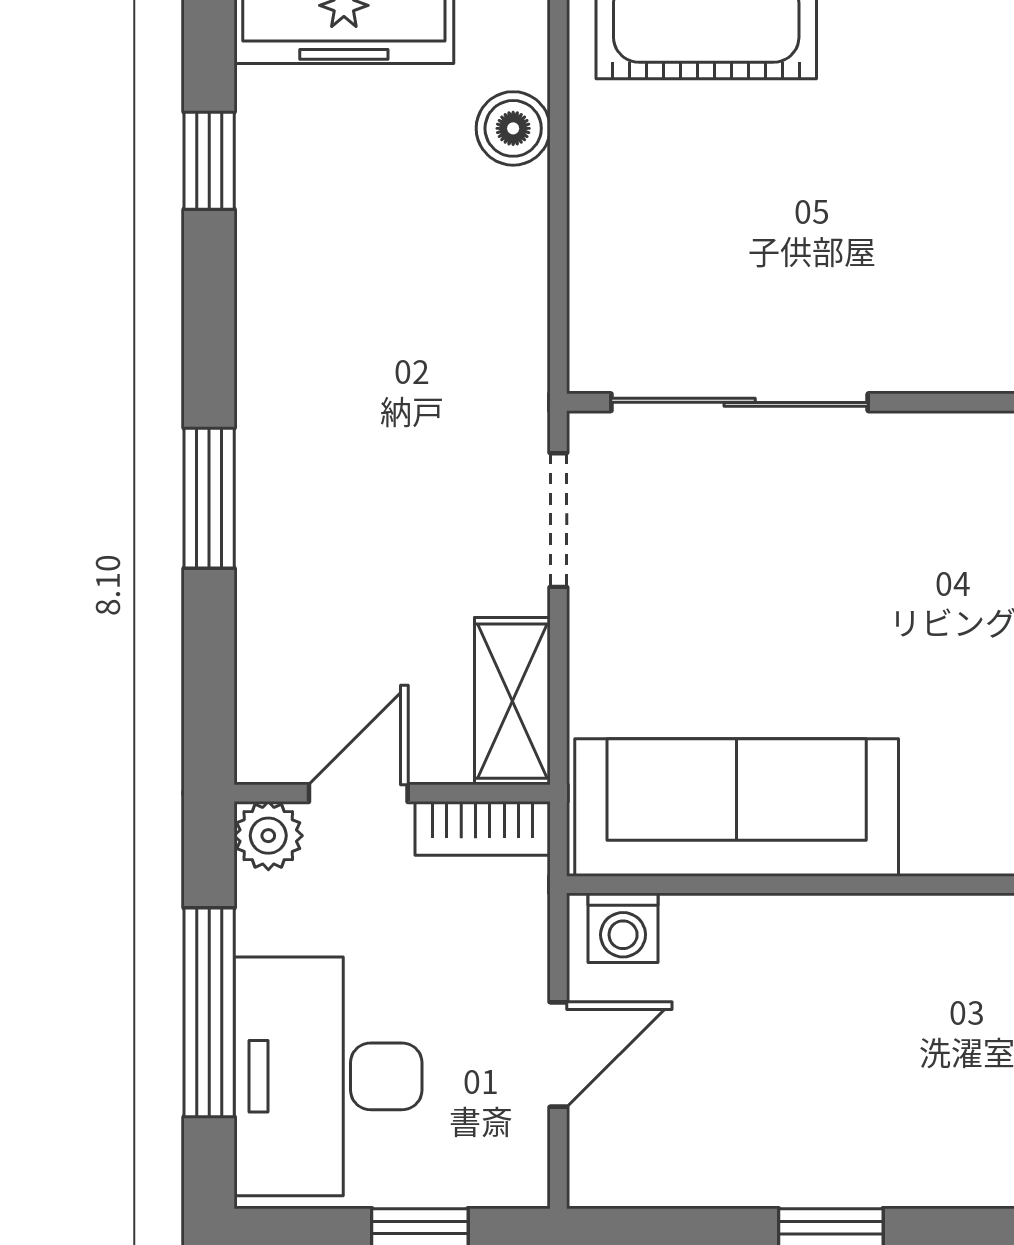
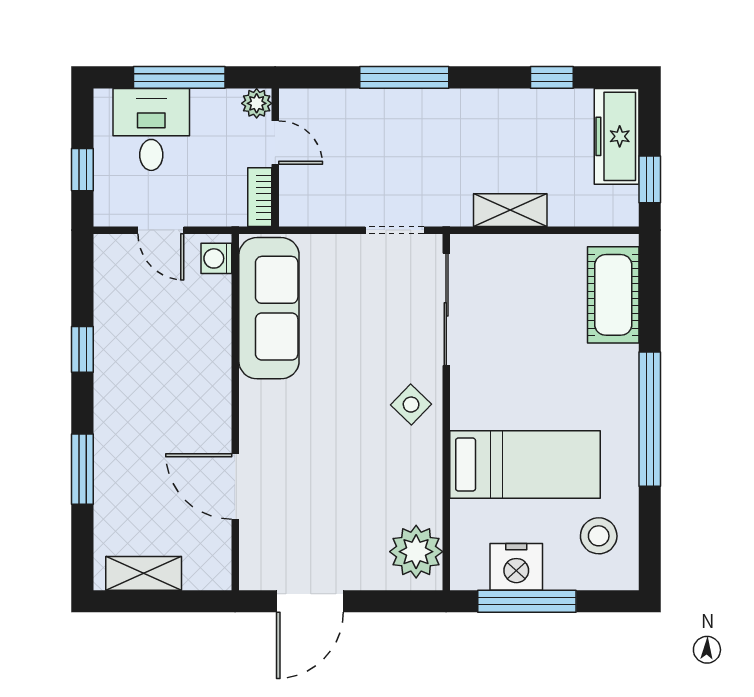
boiler: (513, 128) -> (566, 210), removed
side table: (957, 483) -> (411, 405), added
window: (209, 498) -> (404, 77), width x1.44
shelving: (512, 701) -> (510, 210), moved
desk: (328, 1076) -> (151, 129), width x0.73

